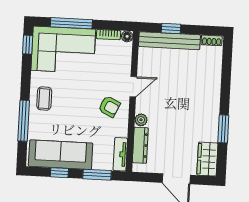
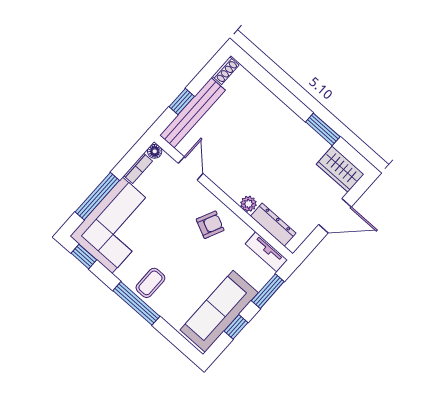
door: (133, 87) -> (191, 168), moved
coffee table: (44, 99) -> (150, 283), turned 90
window: (24, 121) -> (136, 303), moved

